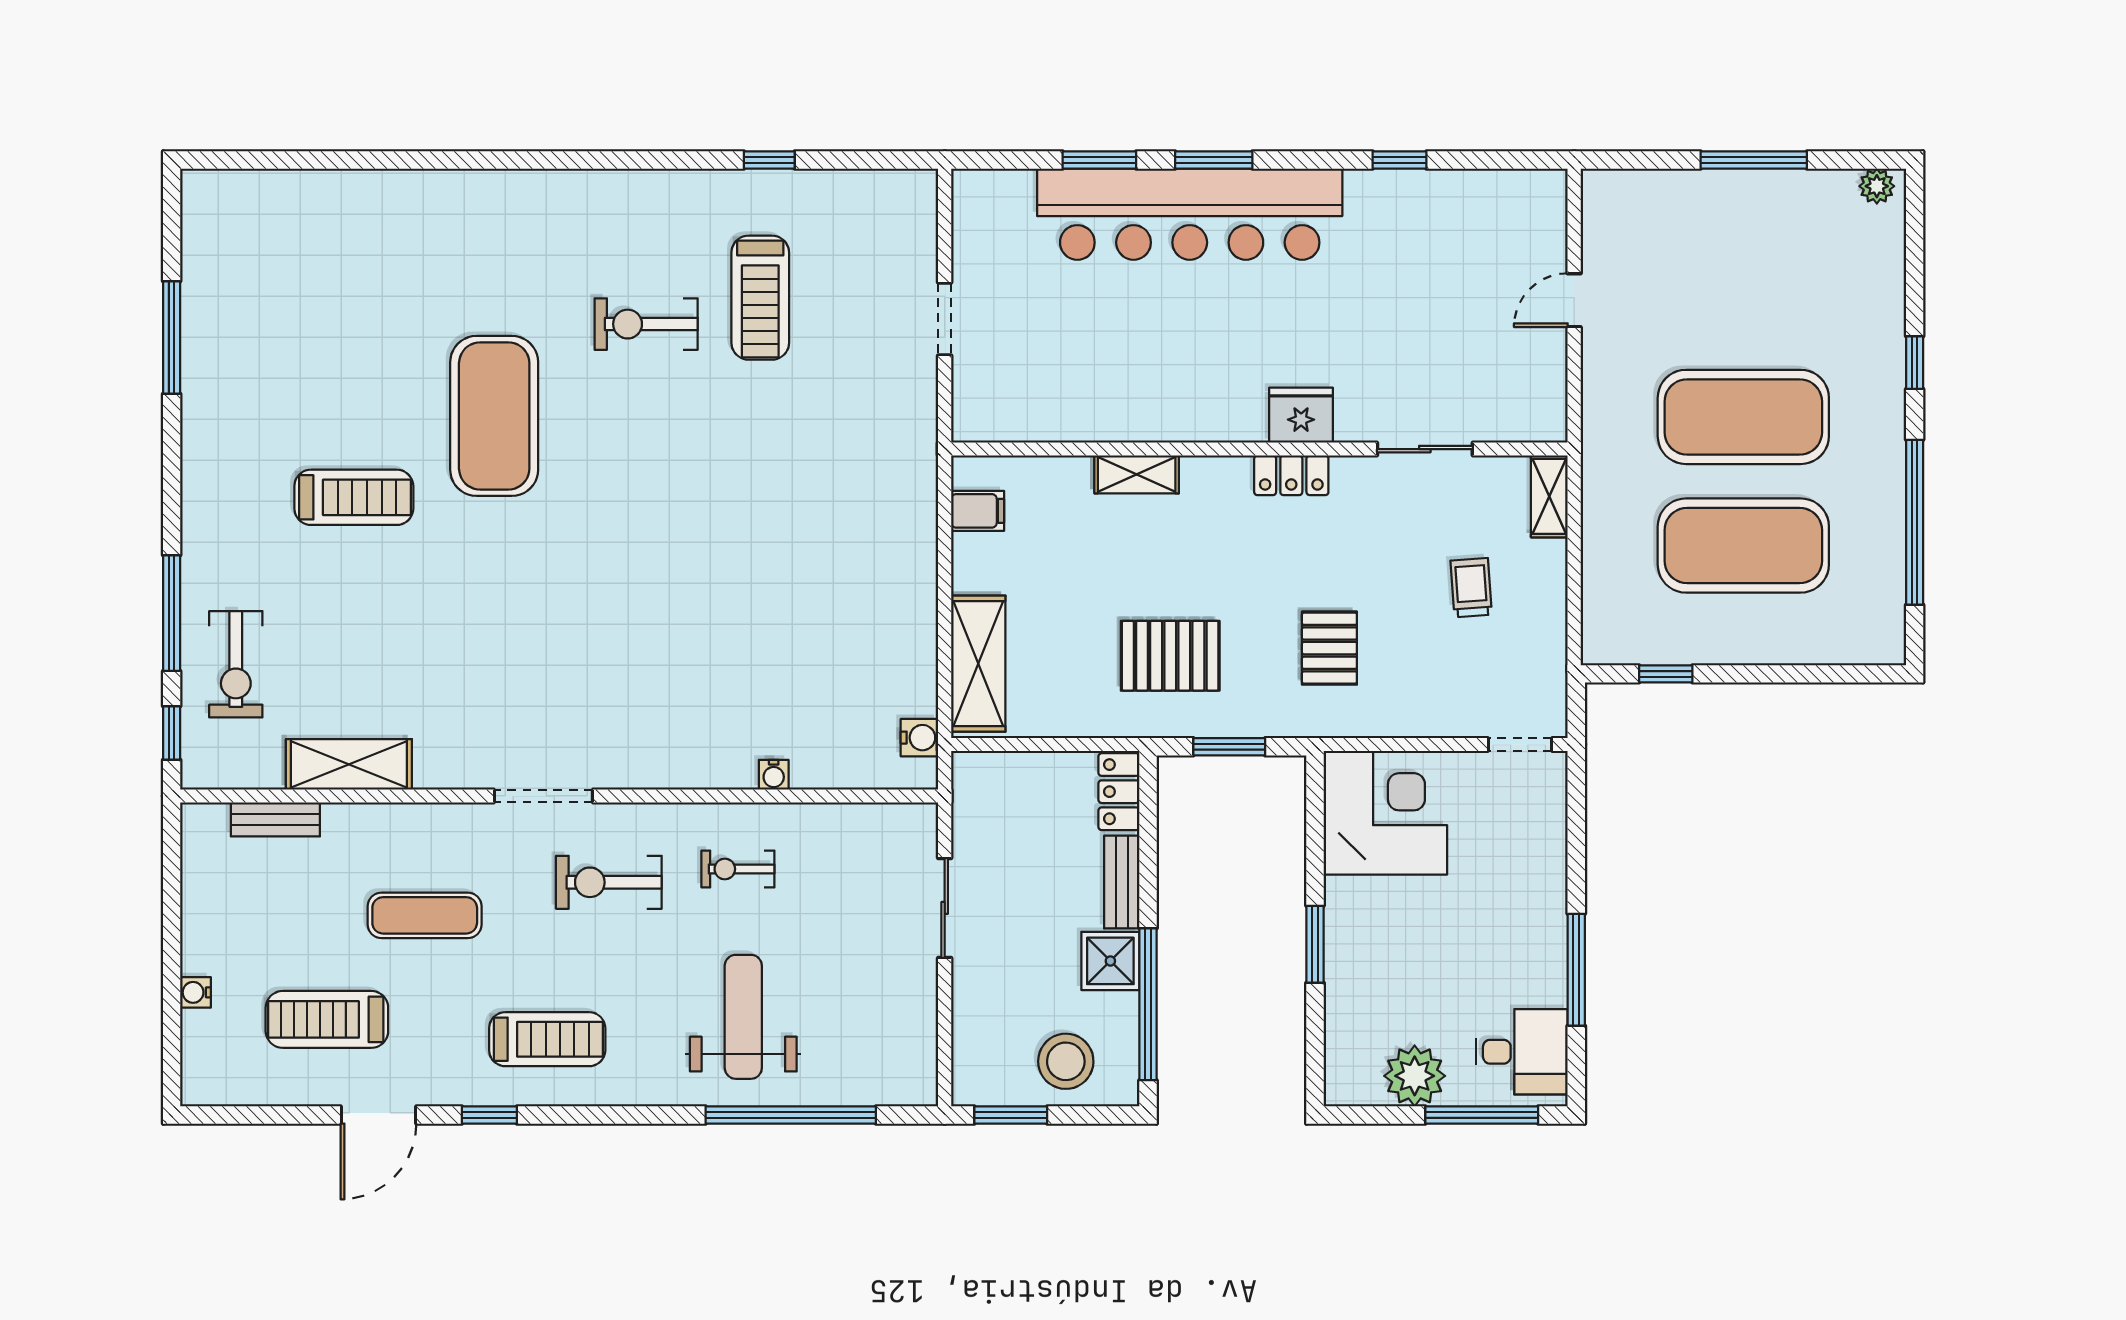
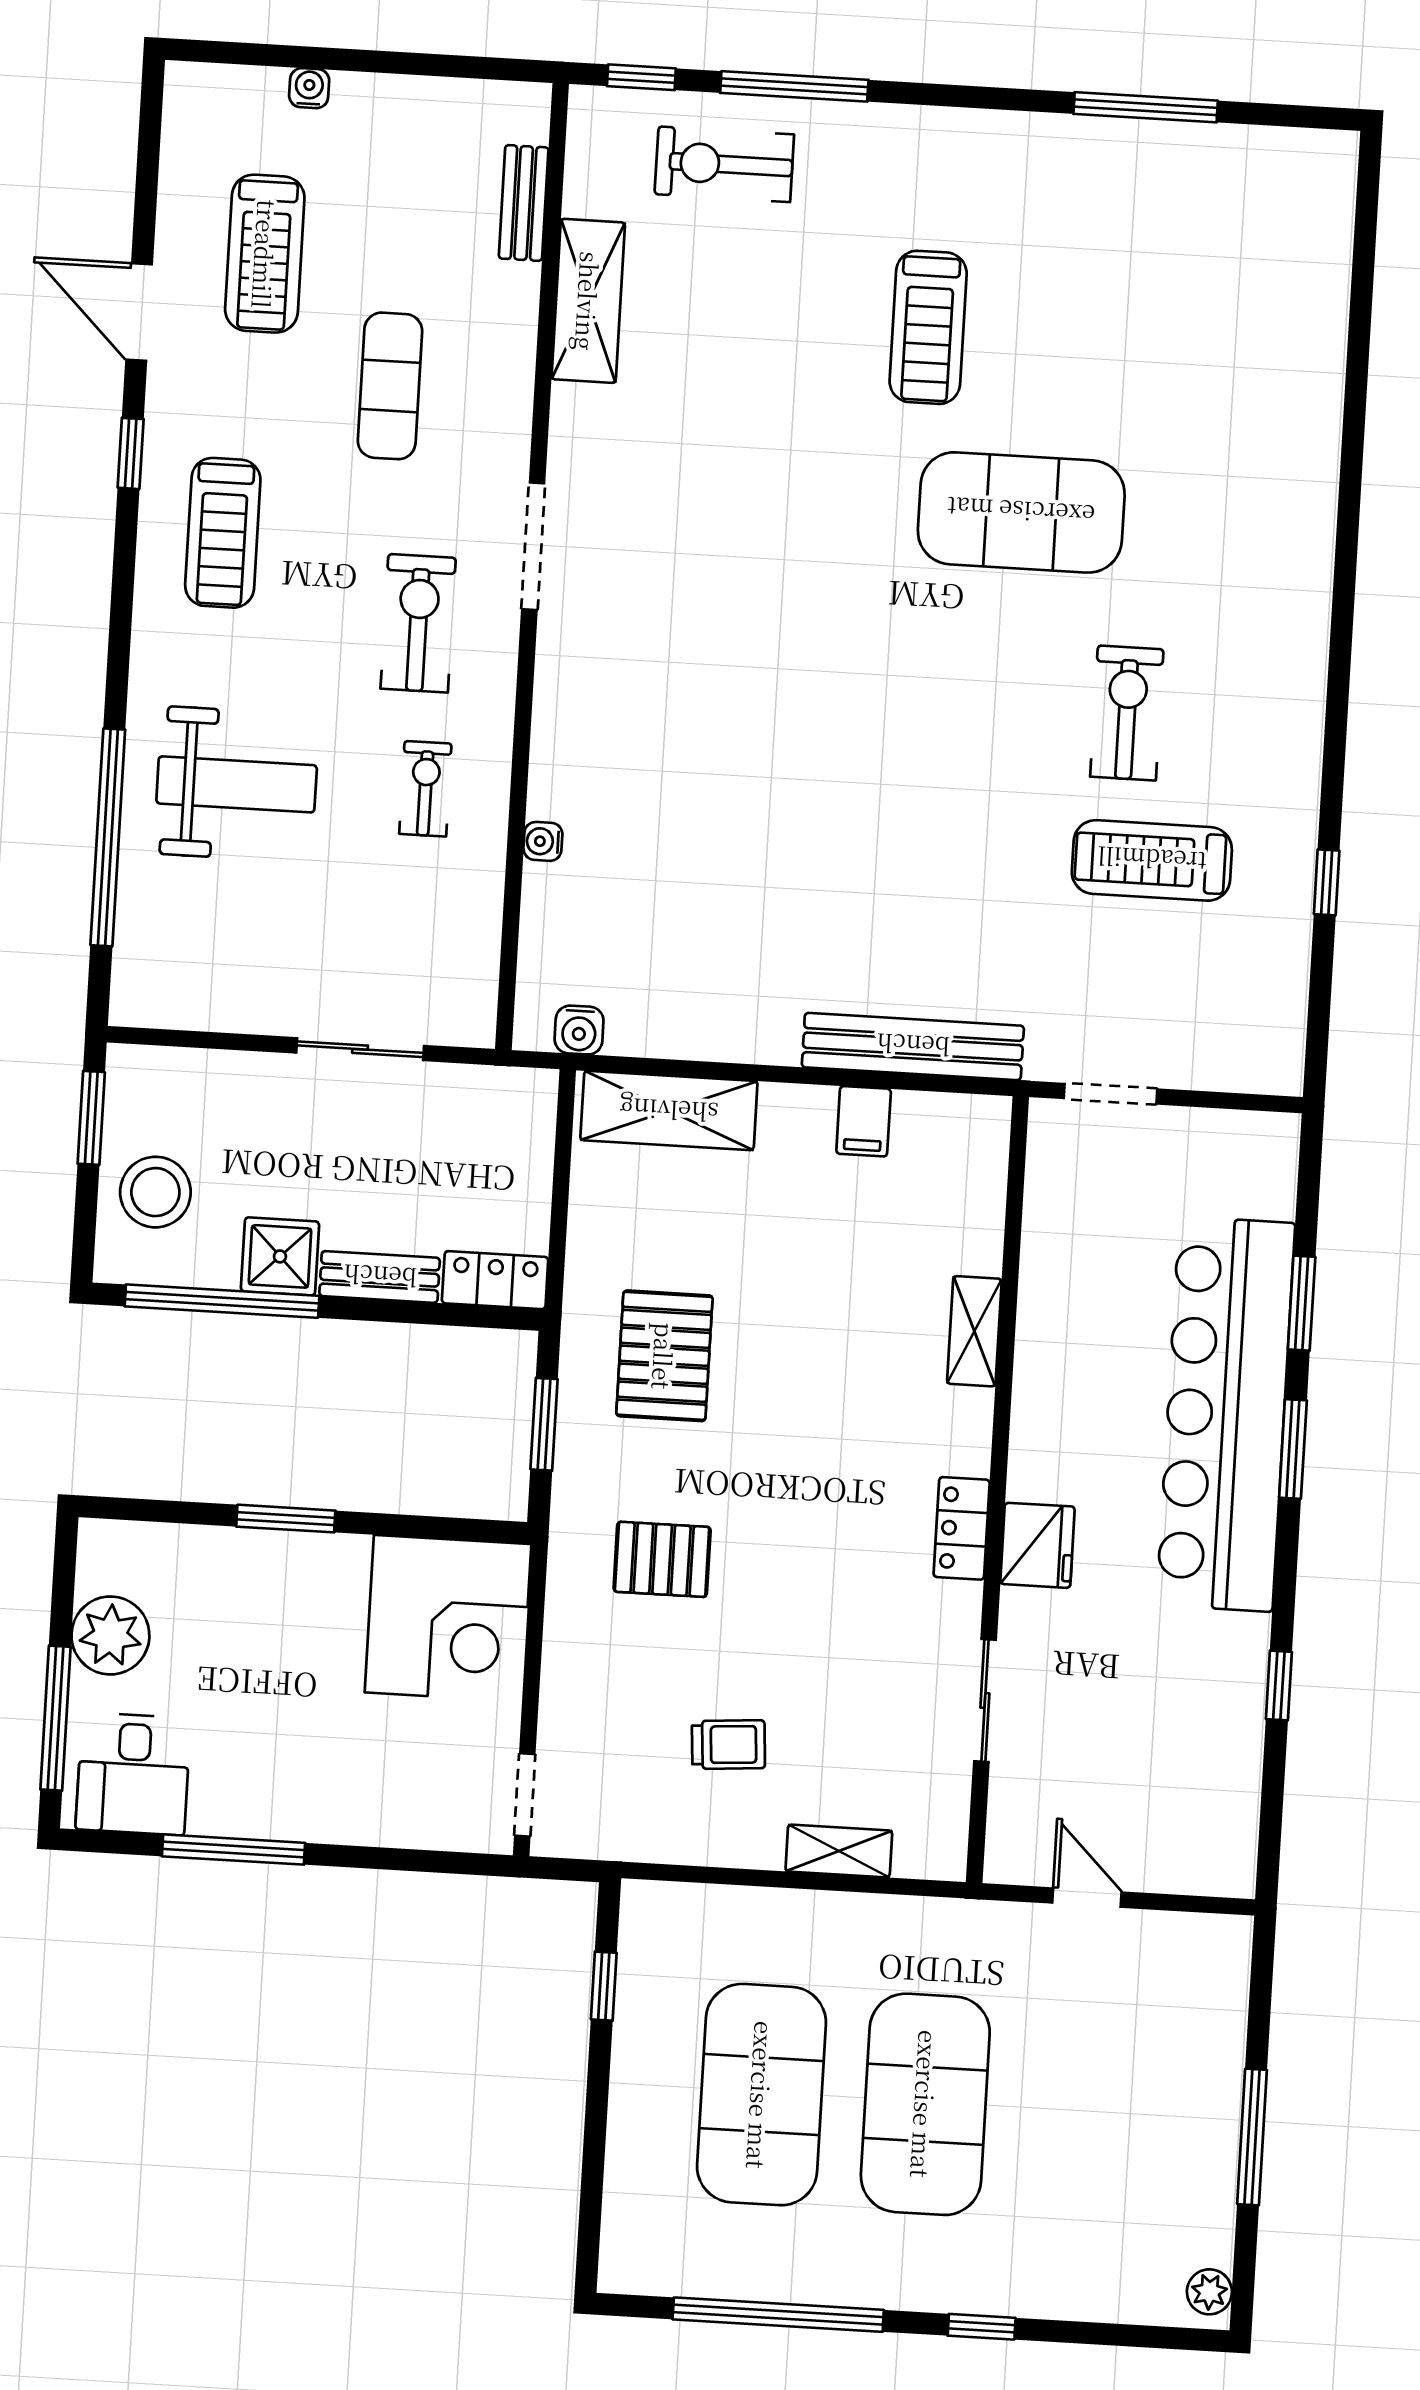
fridge: (1301, 415) -> (1038, 1545), moved
wall: (1259, 449) -> (997, 1490), moved
sliding door: (1425, 449) -> (985, 1701), moved
shelving: (1137, 474) -> (974, 1331), moved
locker: (1291, 475) -> (962, 1528), moved
bench: (917, 476) -> (913, 1046), added
treadmill: (327, 1019) -> (265, 254), turned 180

